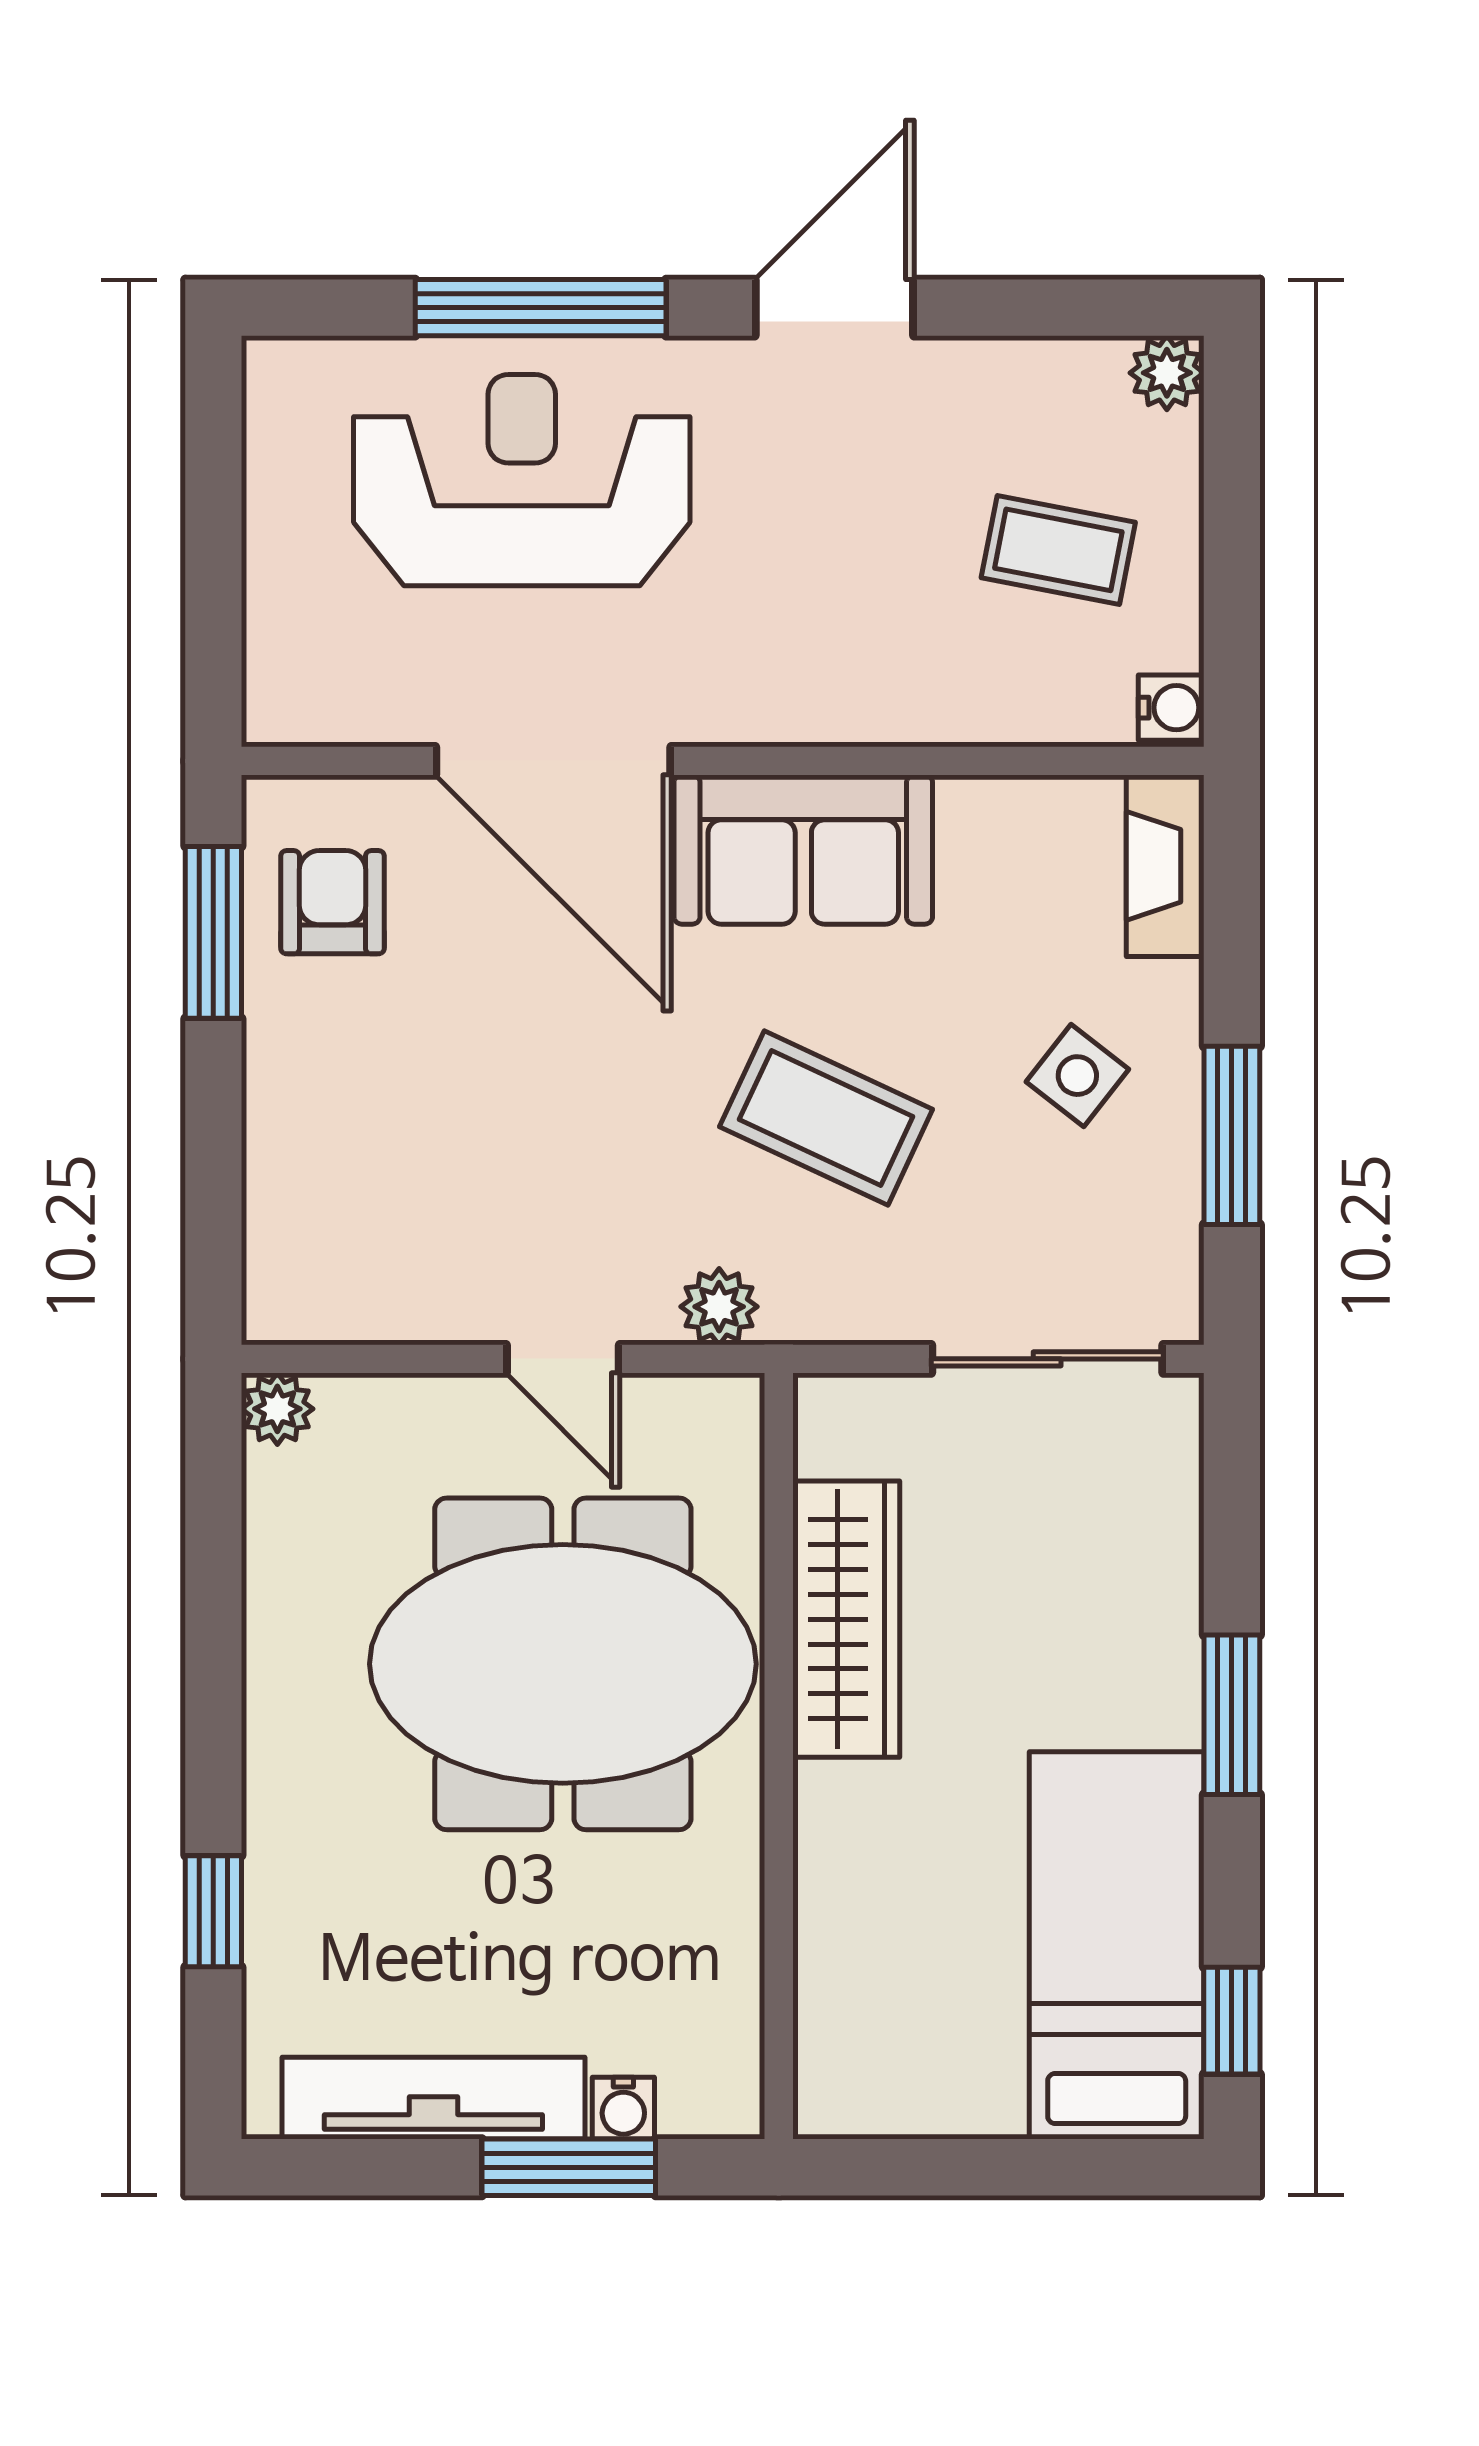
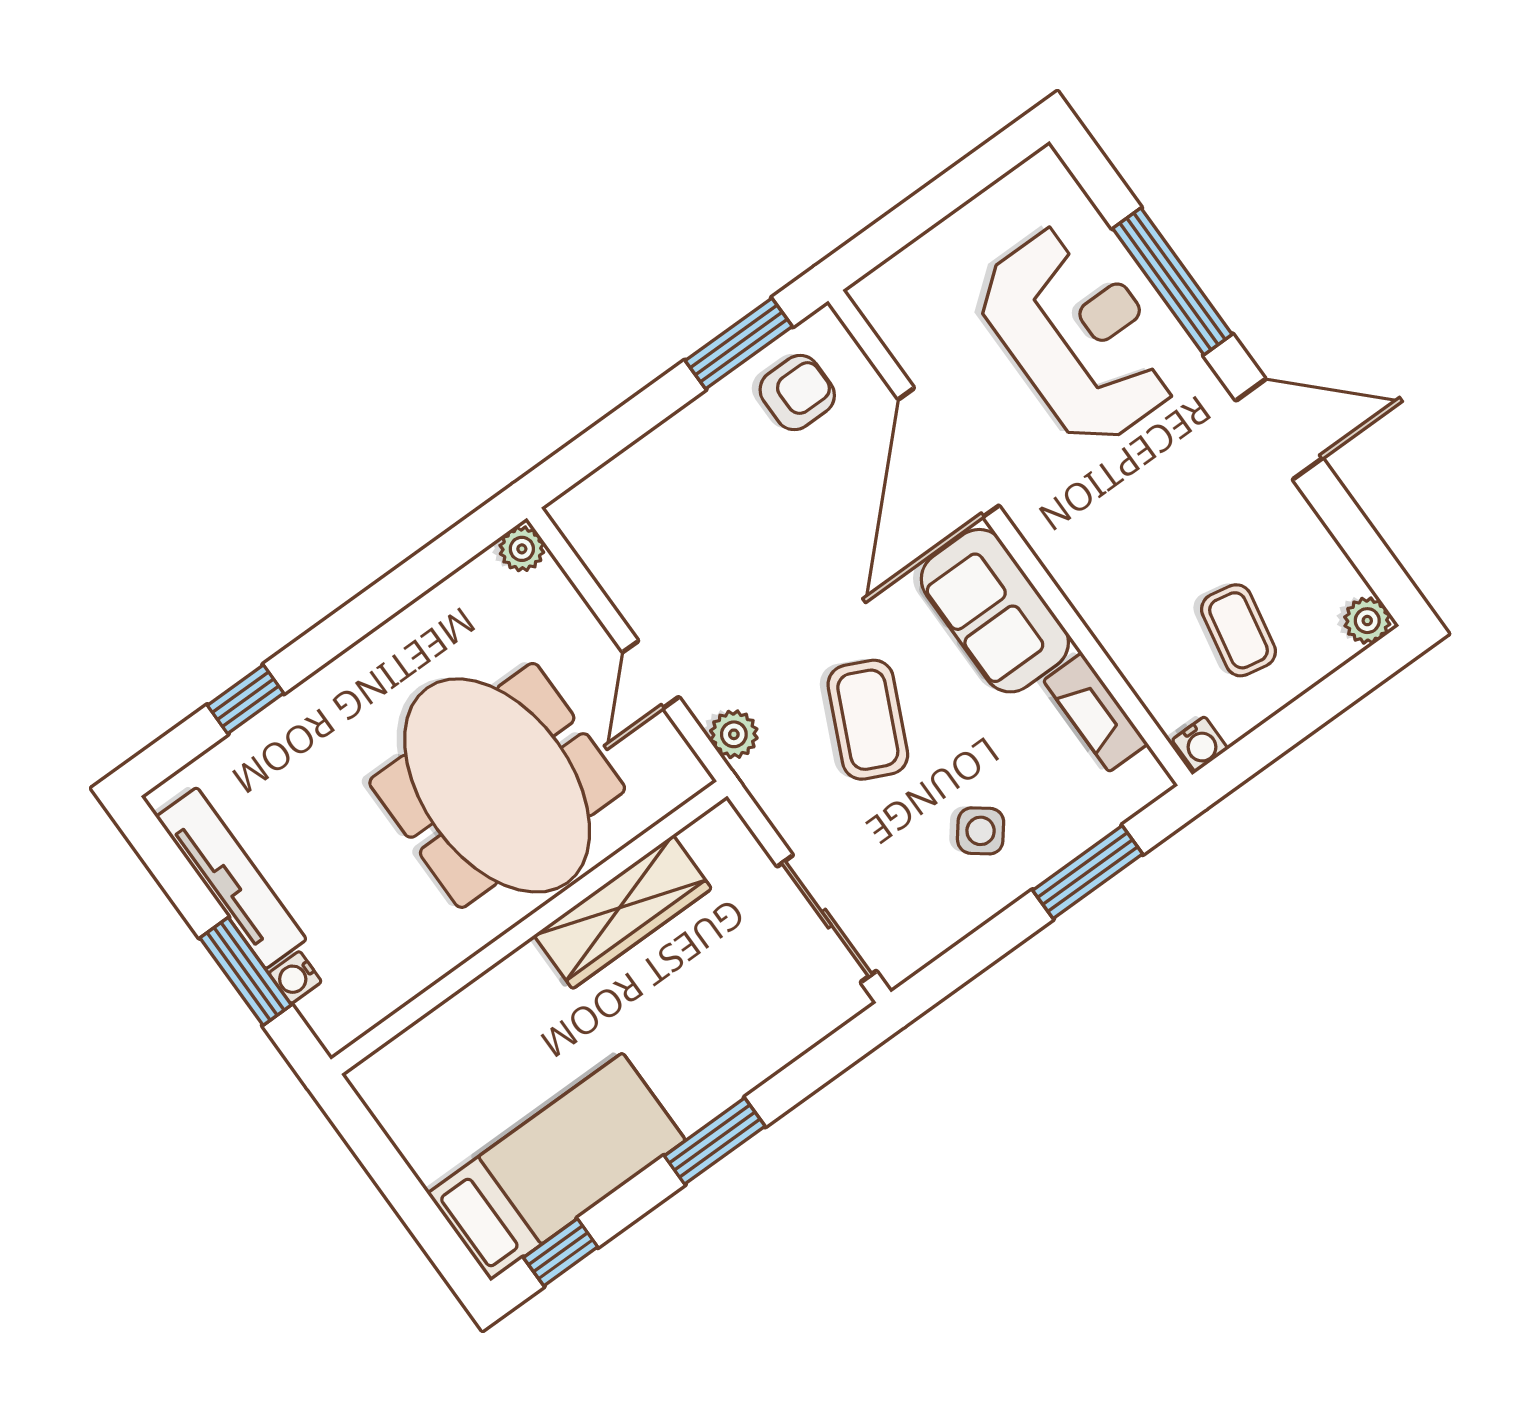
fireplace: (1165, 866) -> (1096, 712), moved, turned -90
window: (1232, 1135) -> (1088, 872), moved

